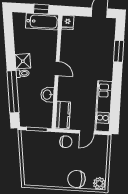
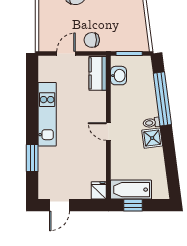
washbasin: (47, 95) -> (119, 76), moved
kitchen unit: (103, 106) -> (47, 114), moved

